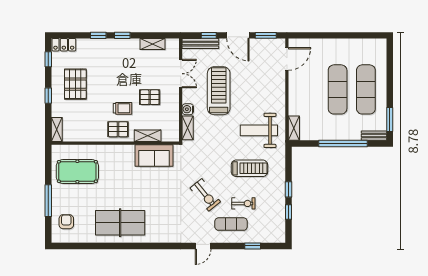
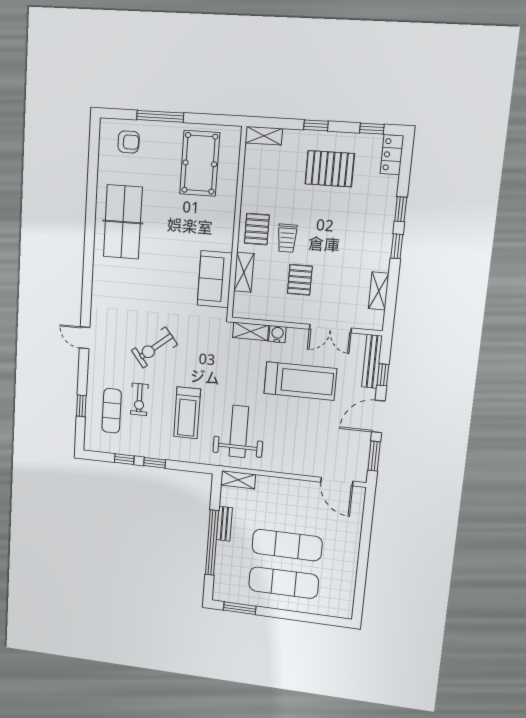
bench: (374, 136) -> (224, 524), moved
exercise mat: (231, 224) -> (112, 411), moved

